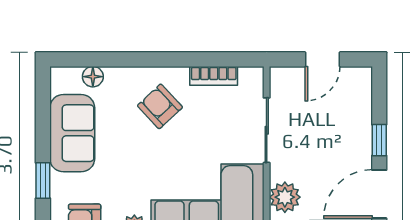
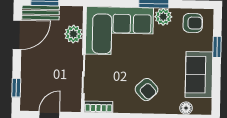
bookcase: (214, 76) -> (98, 107), moved
window: (379, 140) -> (16, 88), moved

